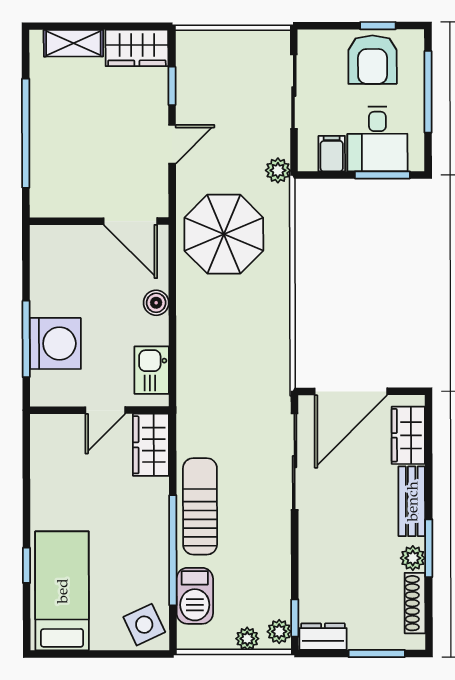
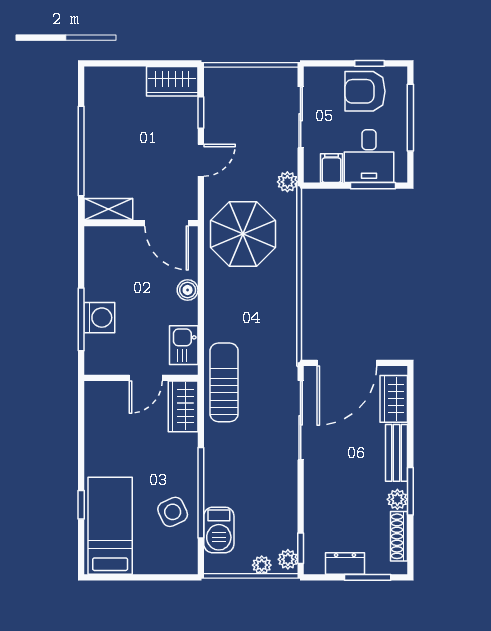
shelving: (73, 43) -> (108, 209), moved
armchair: (373, 60) -> (365, 91), turned 90
washing machine: (55, 343) -> (99, 318), width x0.73, depth x0.73
sun lounger: (200, 506) -> (224, 382), moved
side table: (144, 625) -> (173, 512), moved
dresser: (323, 637) -> (345, 564), moved

